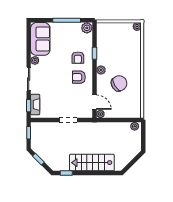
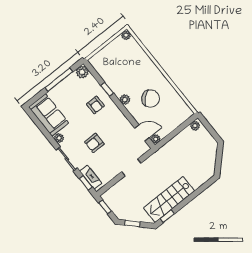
armchair: (79, 77) -> (94, 143), moved
chair: (119, 83) -> (151, 99), turned 81
stairs: (92, 163) -> (169, 199), moved

